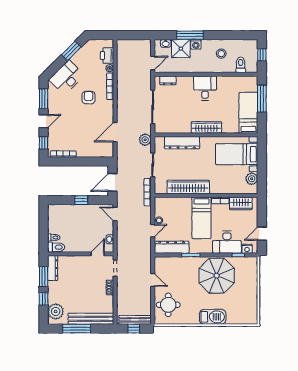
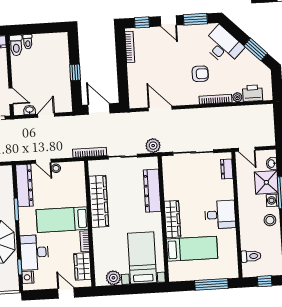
stool: (221, 54) -> (270, 220), moved
bed: (248, 113) -> (192, 249), moved
door: (115, 214) -> (46, 115), moved
door: (262, 234) -> (66, 293), moved

